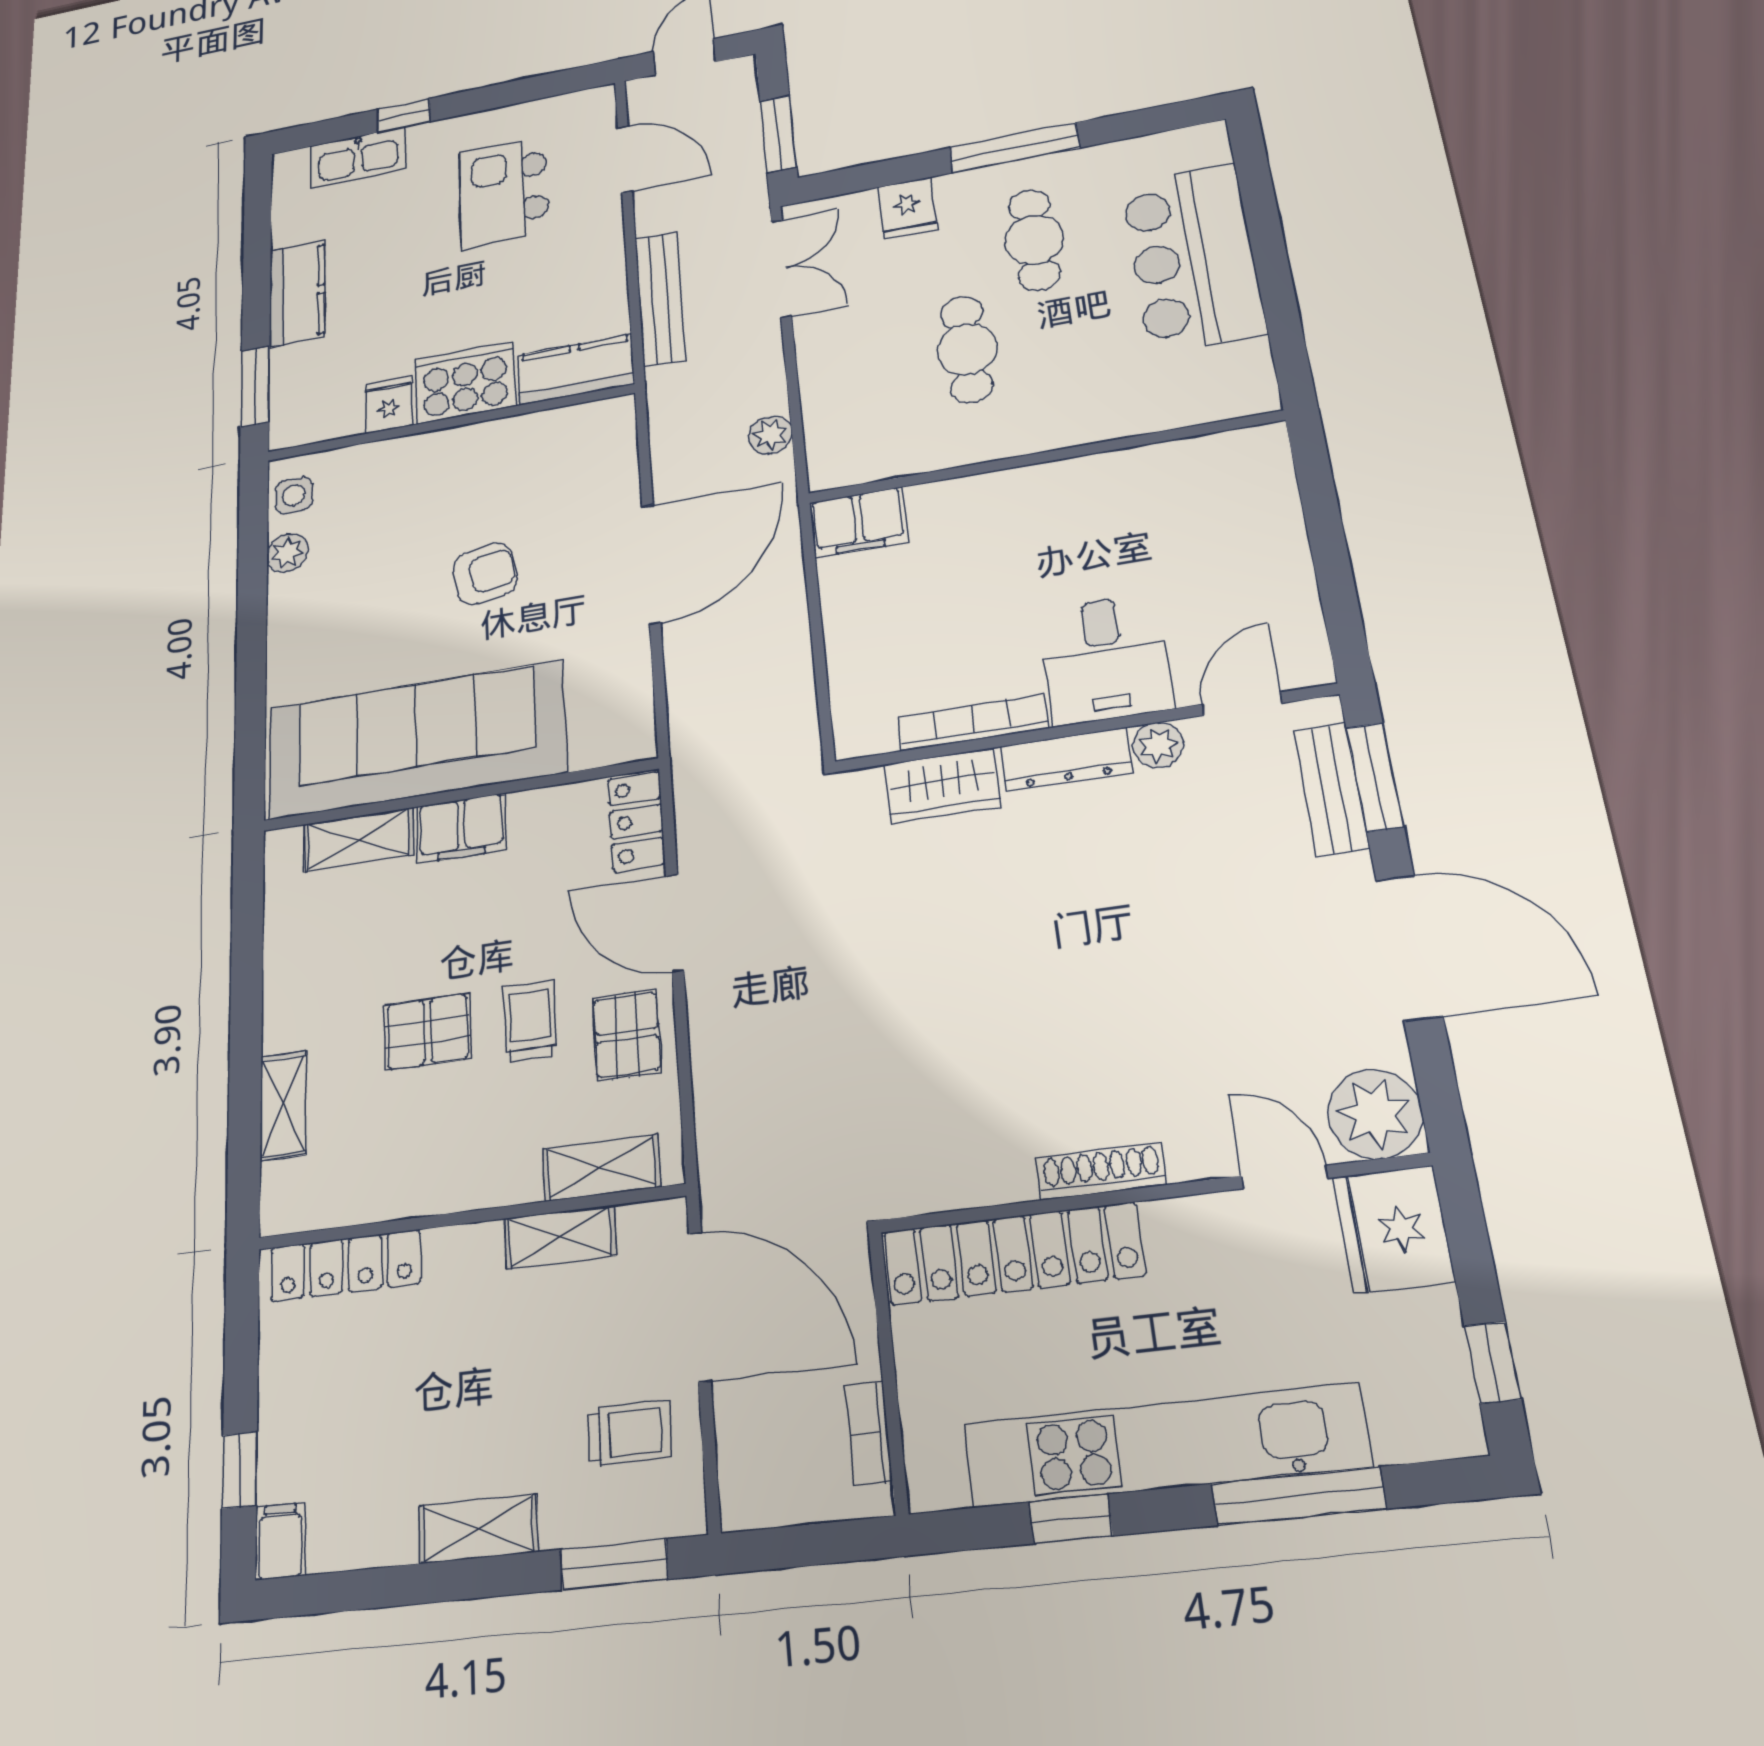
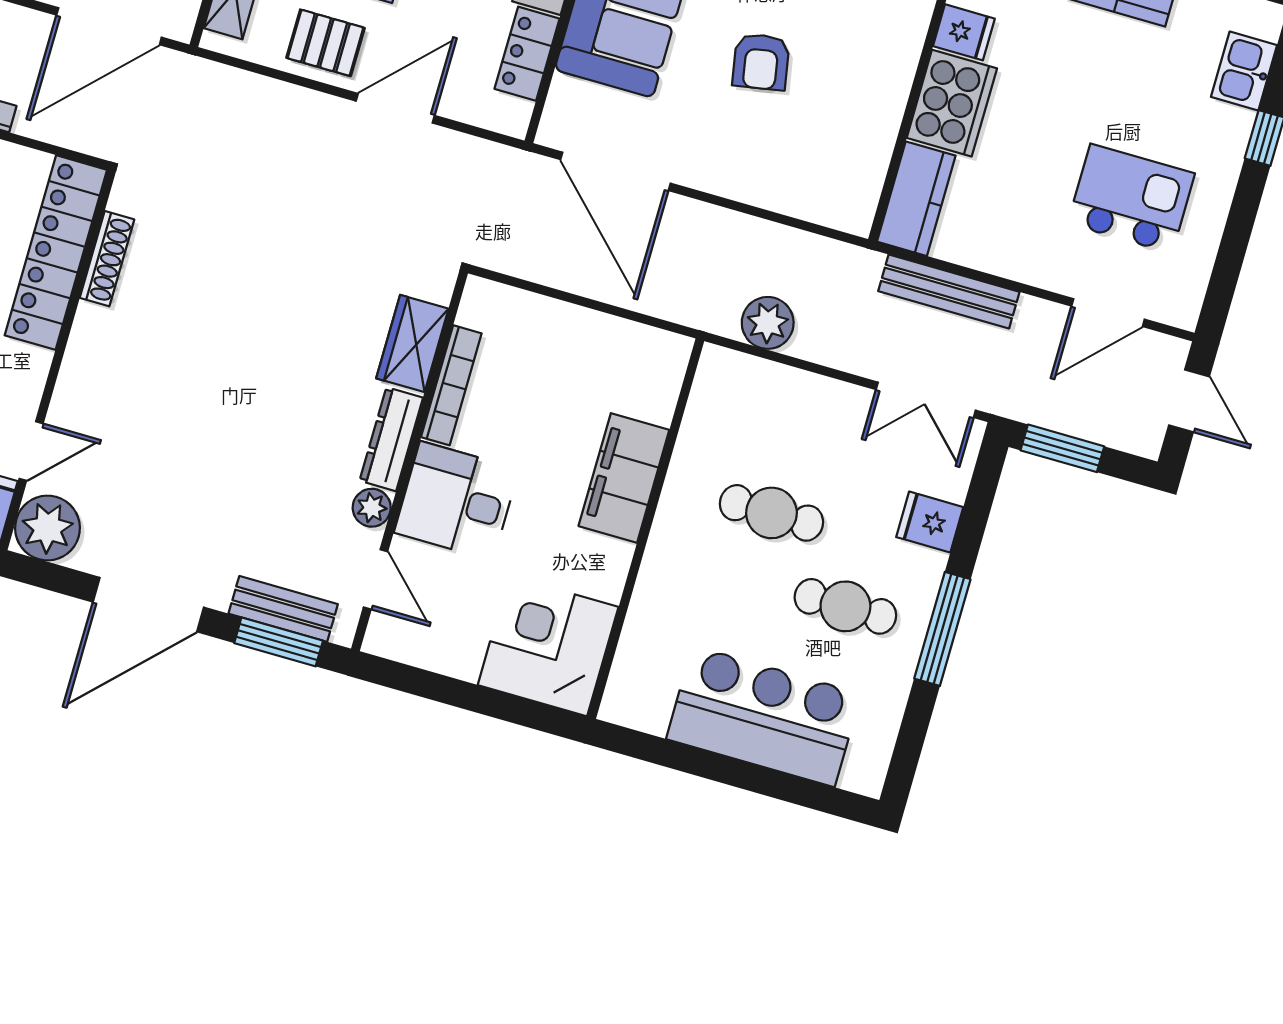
kitchen sink: (358, 157) -> (1244, 71), width x0.73
plant: (770, 435) -> (768, 323), width x1.38, depth x1.38
corner desk: (1226, 493) -> (548, 646), added
filing cabinet: (858, 522) -> (624, 478), moved, width x1.50, depth x1.17
door: (651, 564) -> (616, 171), moved
locker: (636, 821) -> (527, 54), moved, turned -90
shoe rack: (1102, 1172) -> (107, 259), moved

